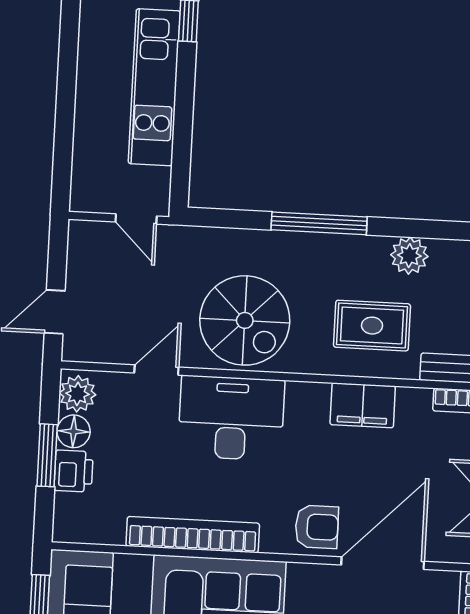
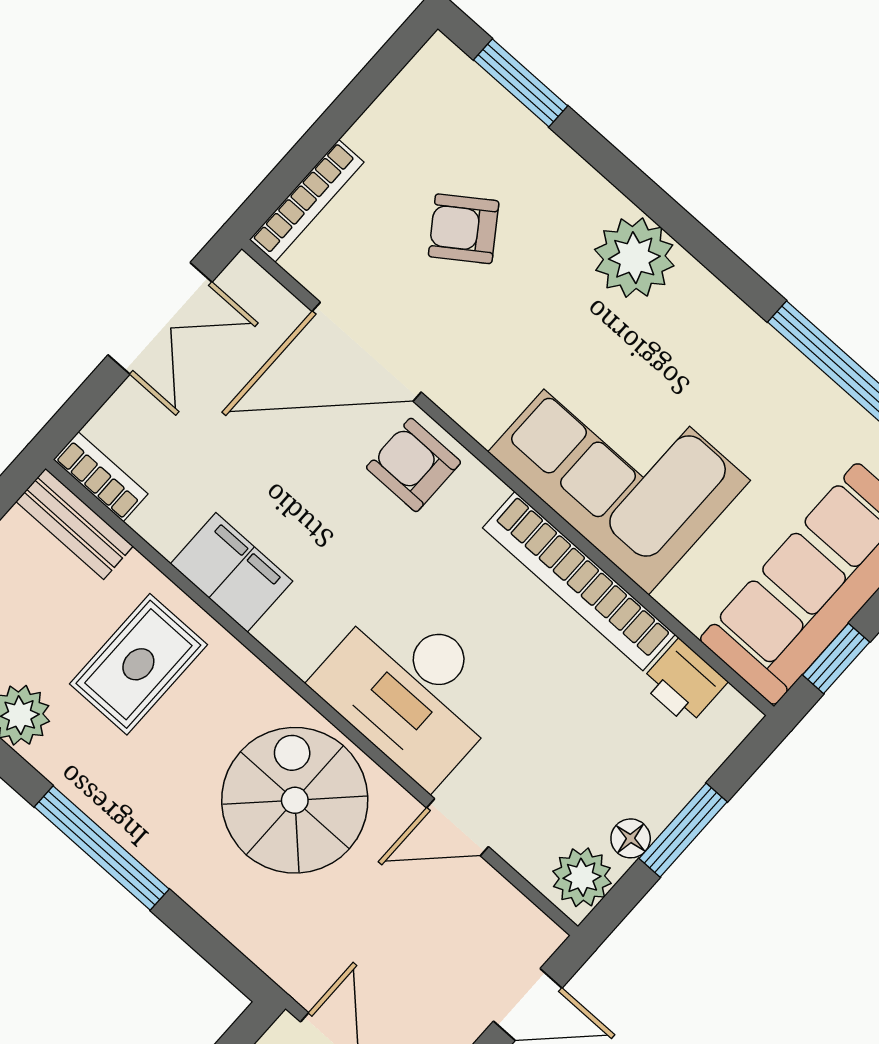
rug: (372, 326) -> (138, 664), turned 90
floor lamp: (74, 431) -> (631, 838), width x0.73, depth x0.73
printer: (74, 471) -> (684, 682), moved, turned -90

